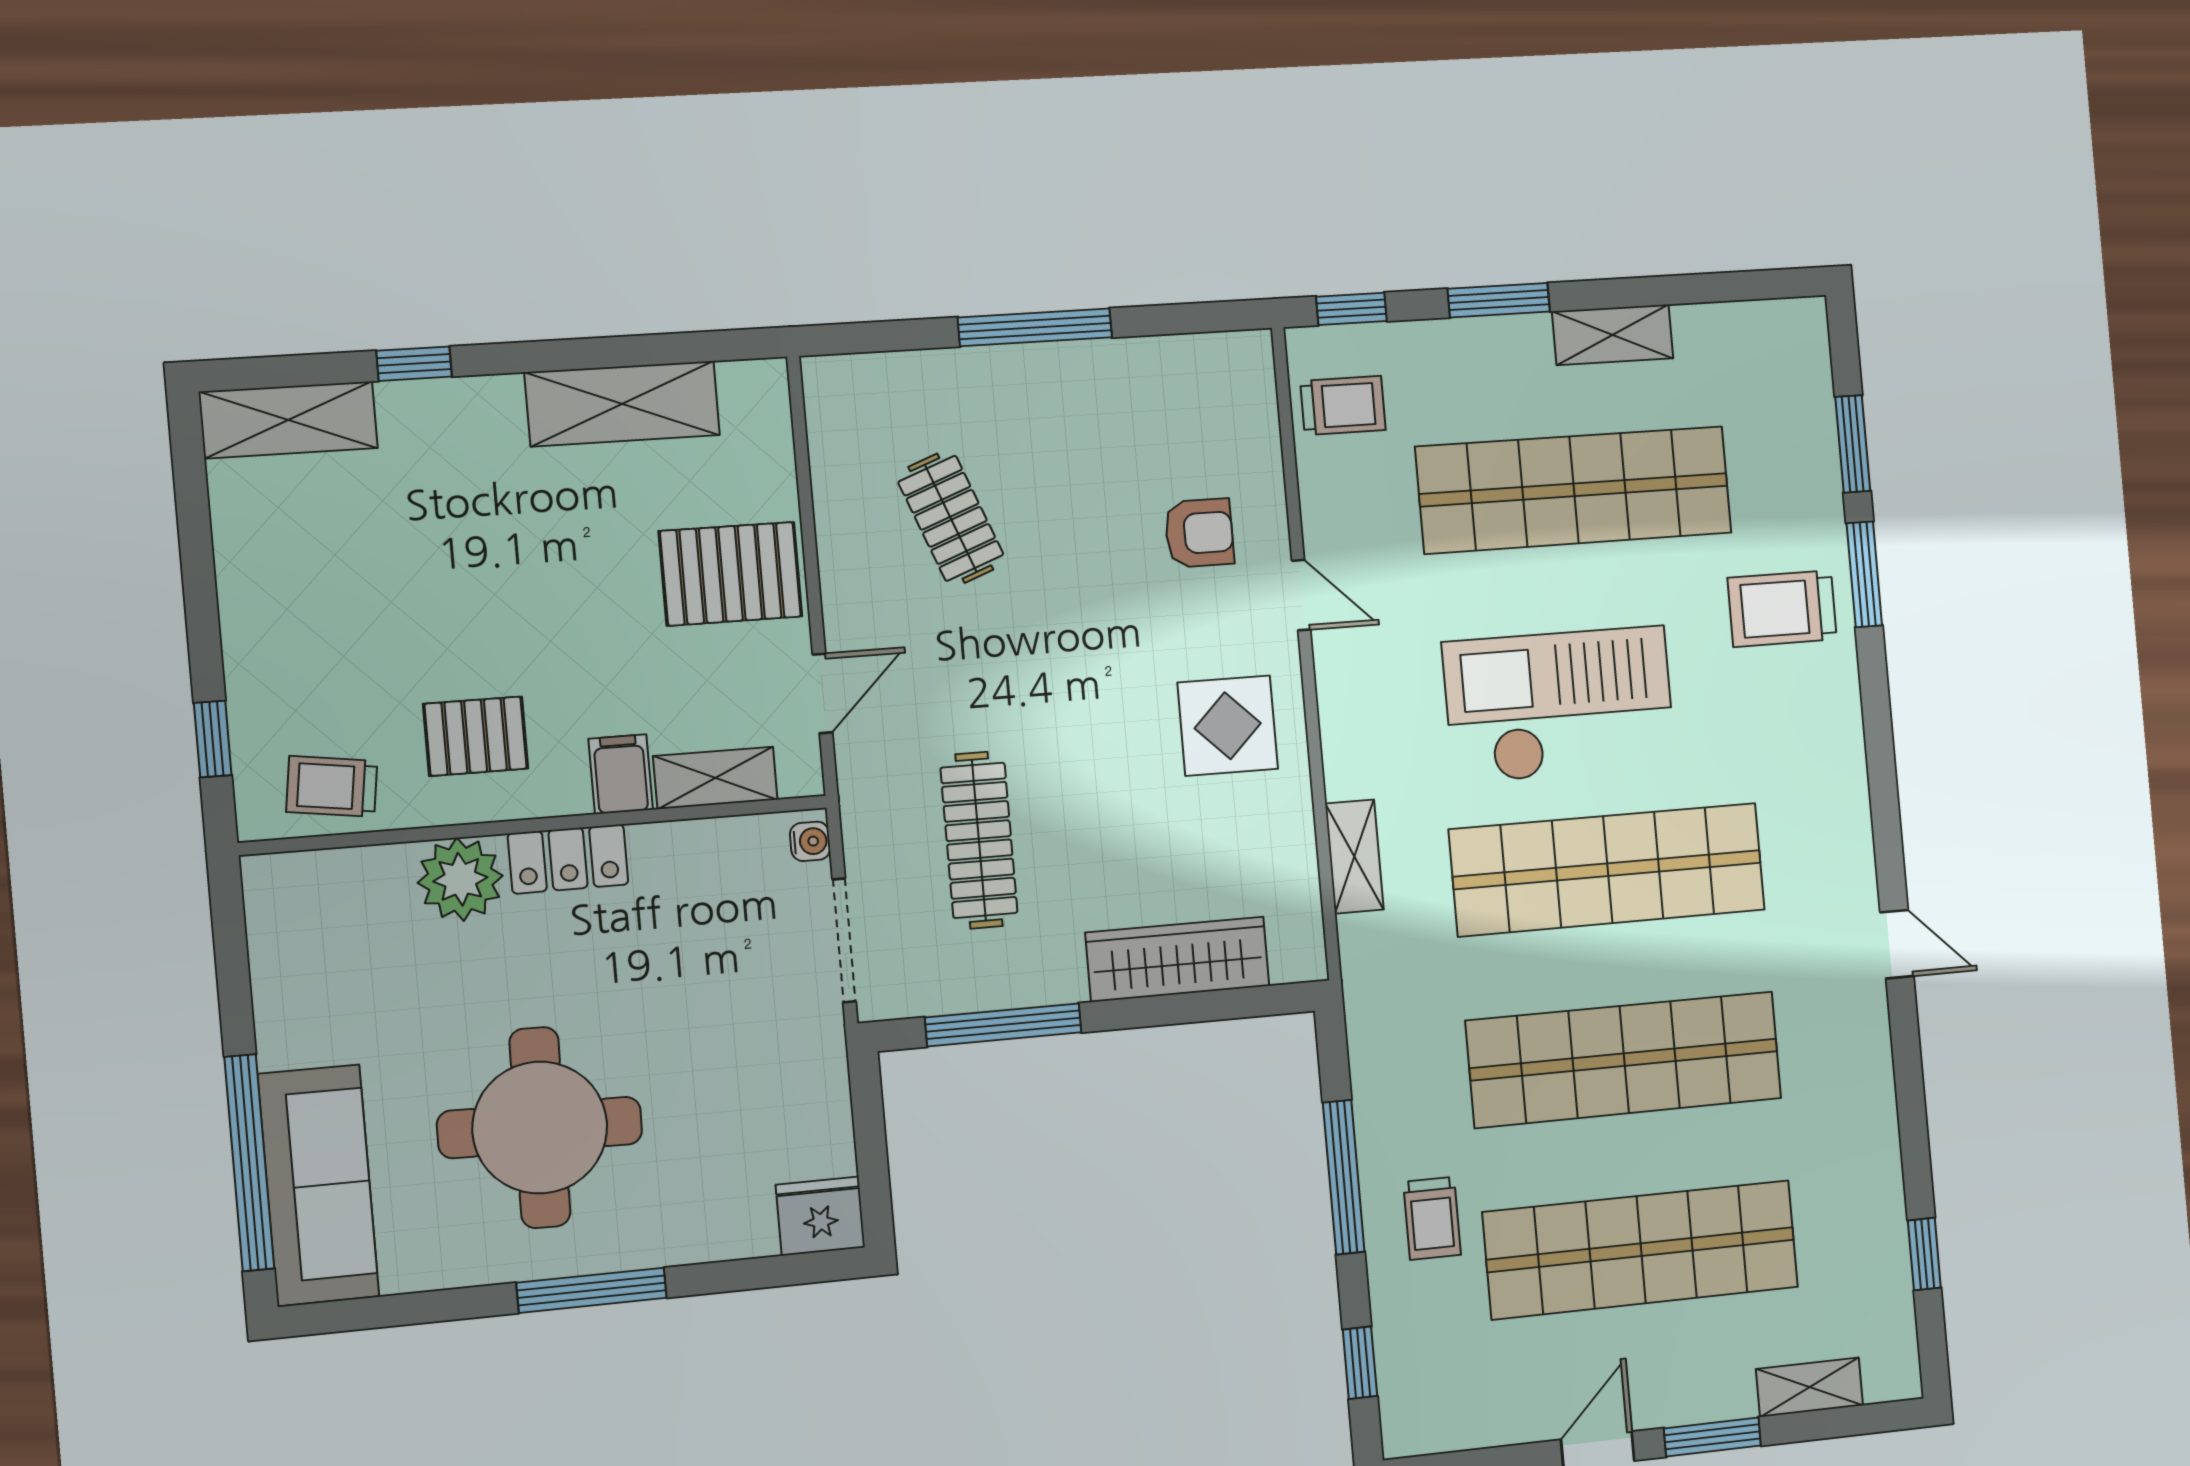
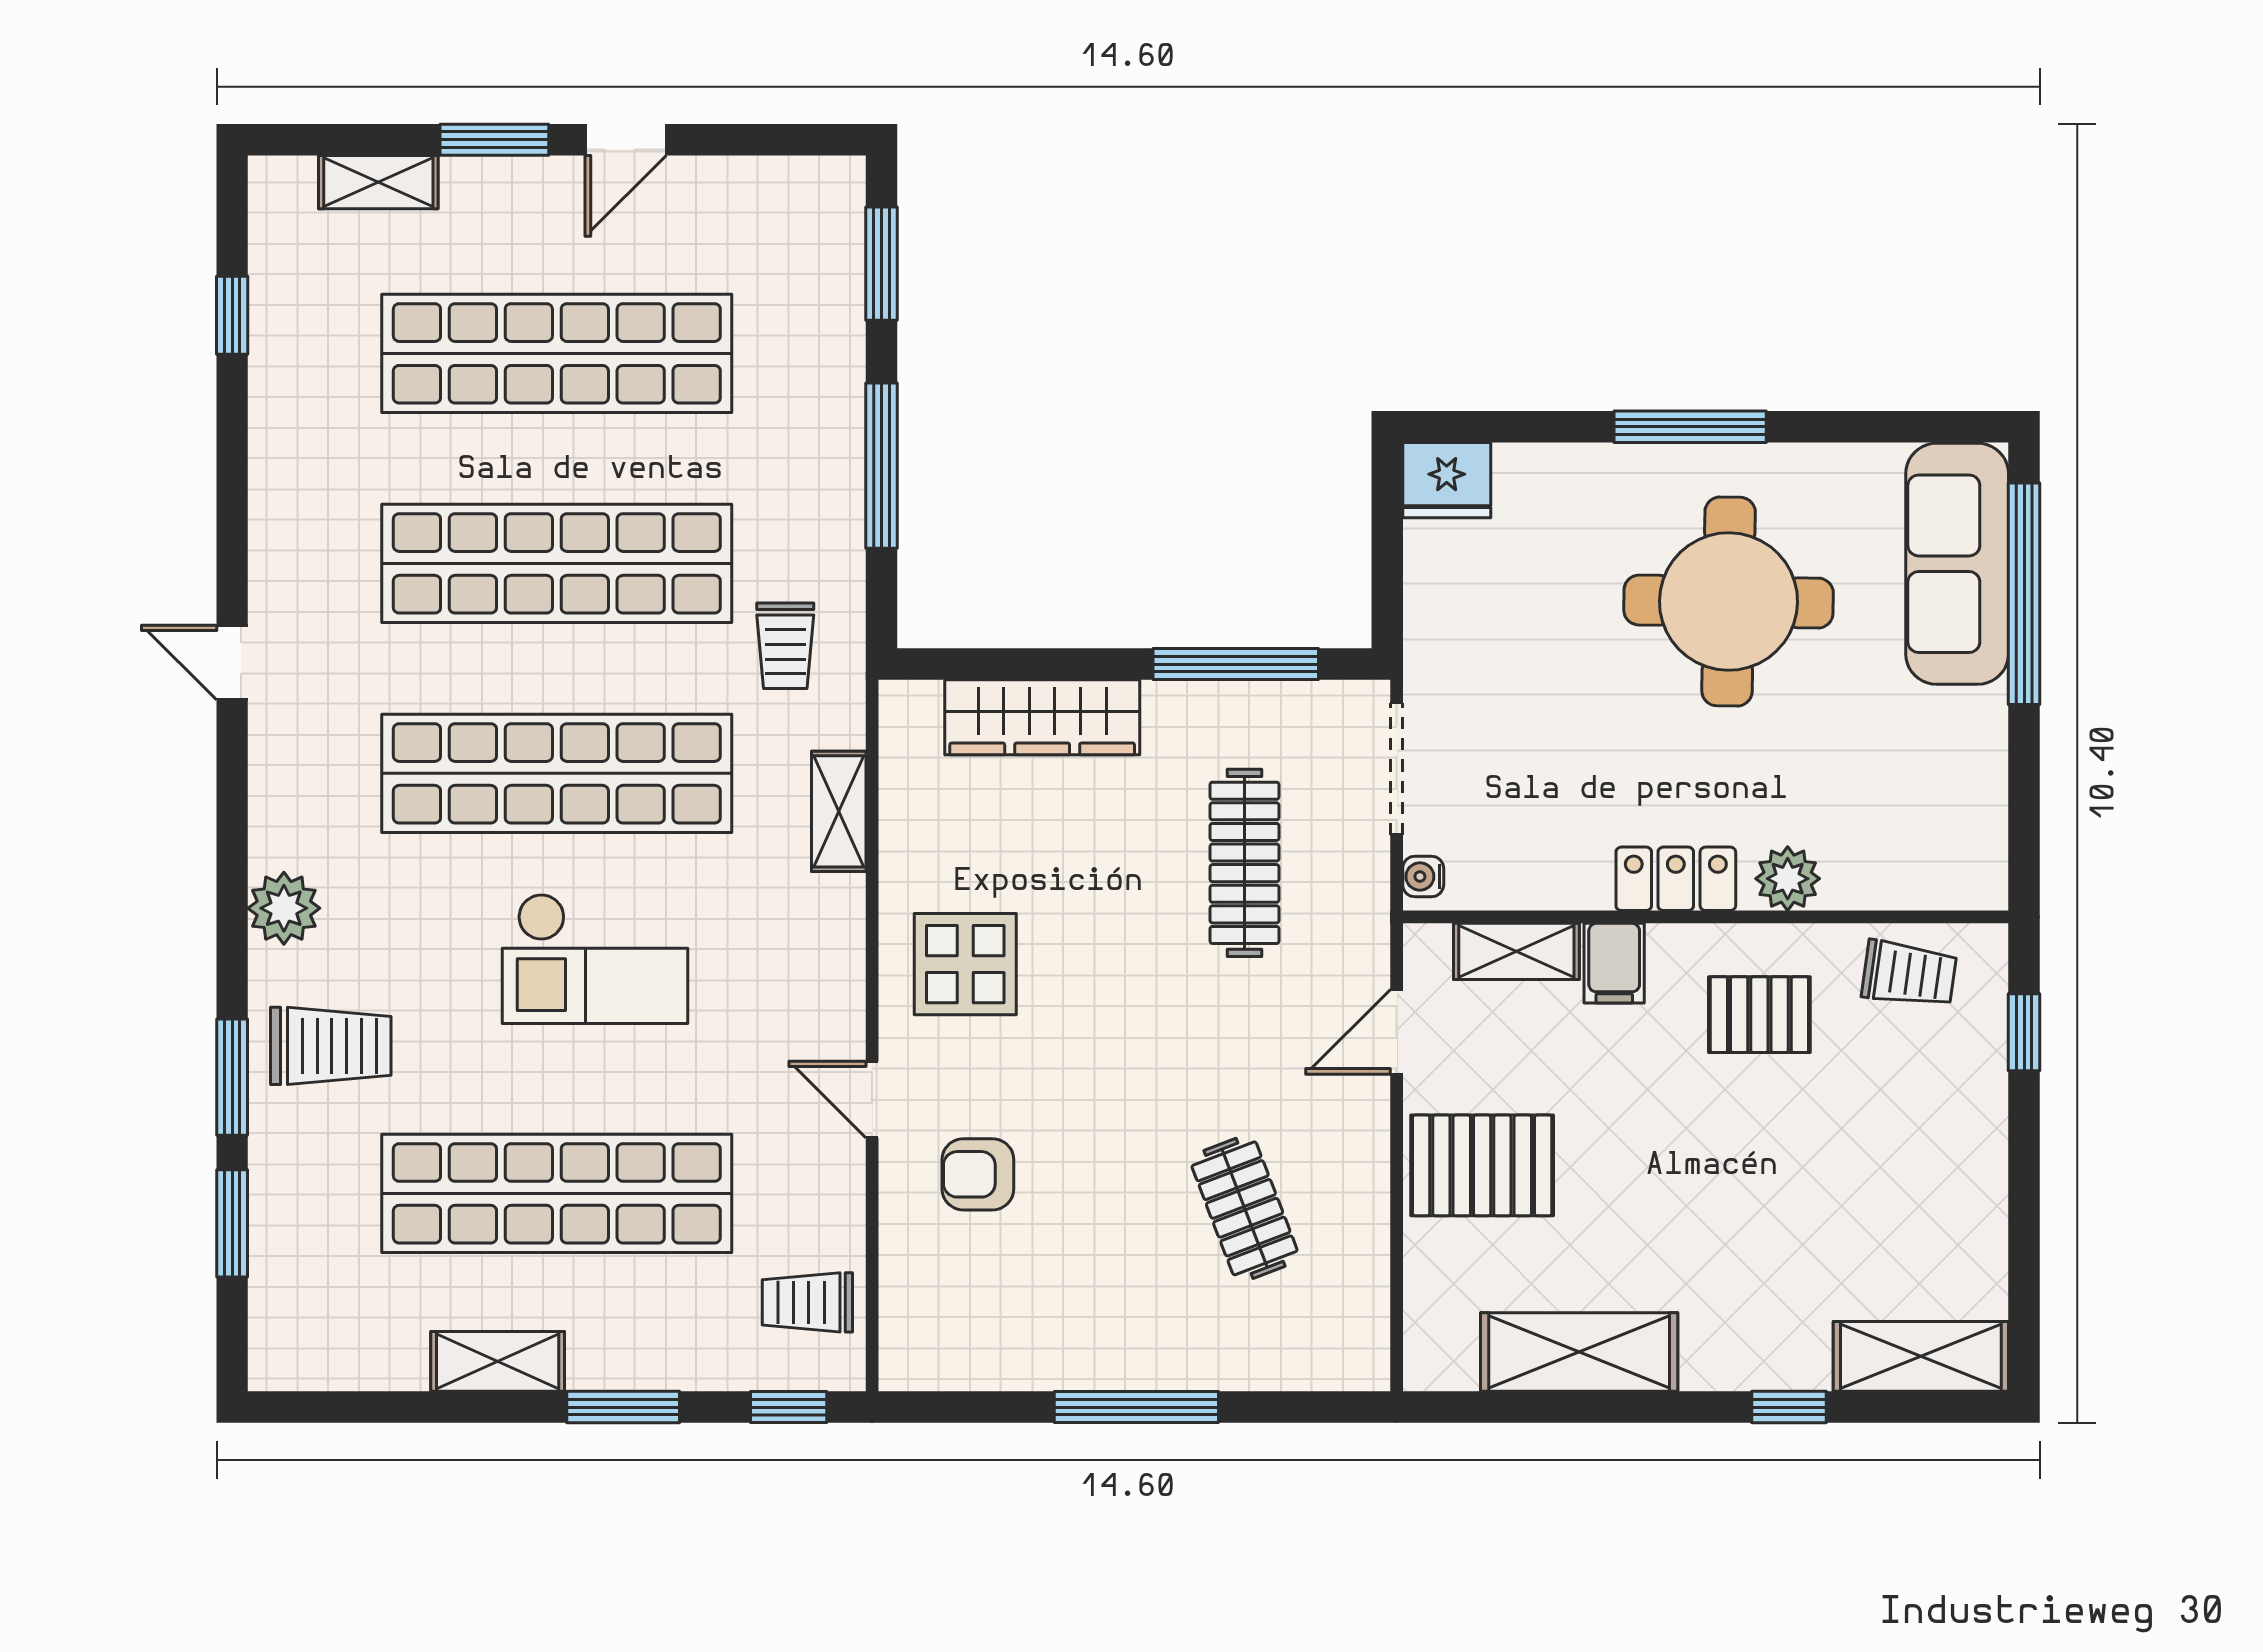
checkout: (1559, 705) -> (595, 959), width x0.73, depth x0.83
plant: (1833, 729) -> (284, 908), added
plant: (460, 879) -> (1788, 879), width x0.73, depth x0.73
trolley: (1432, 1218) -> (785, 646), moved, turned 180
window: (1360, 1363) -> (881, 264), width x1.50

